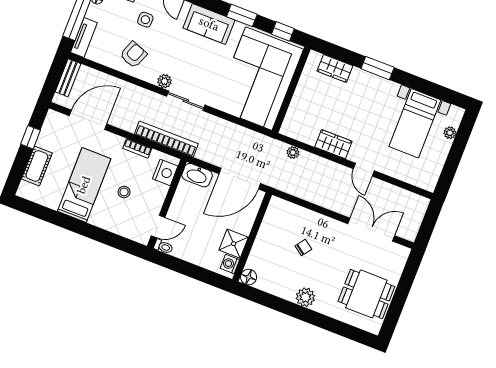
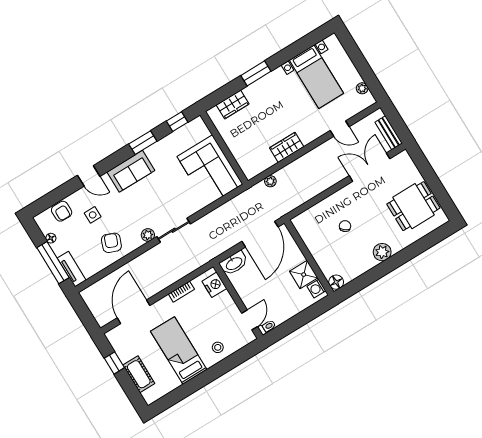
bench: (68, 78) -> (389, 133), moved
corner sofa: (259, 79) -> (210, 170), width x0.73, depth x0.74
plant: (450, 133) -> (362, 88), moved
bookcase: (166, 139) -> (191, 265), removed
door: (364, 170) -> (340, 129), moved
stool: (124, 192) -> (218, 347), moved

